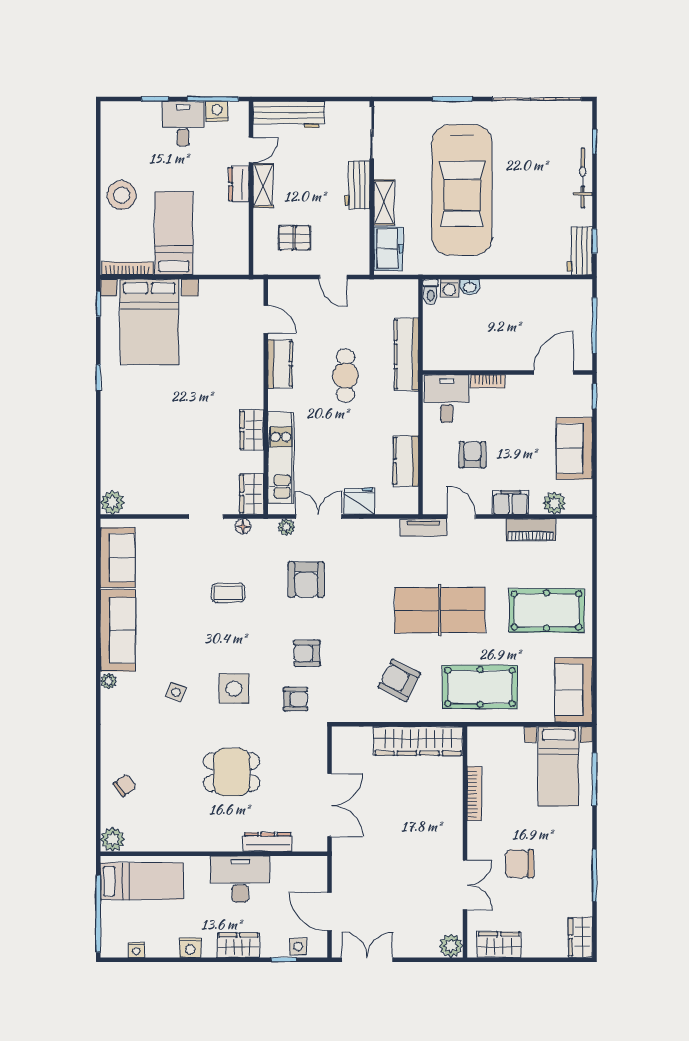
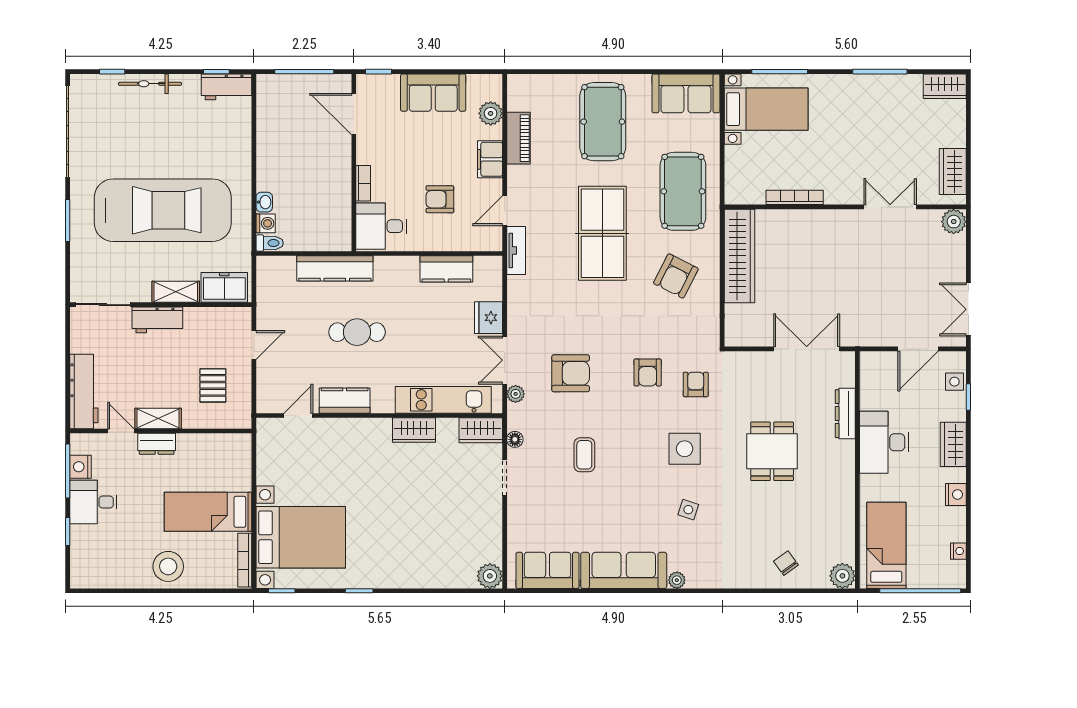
chair: (519, 864) -> (868, 150), removed

